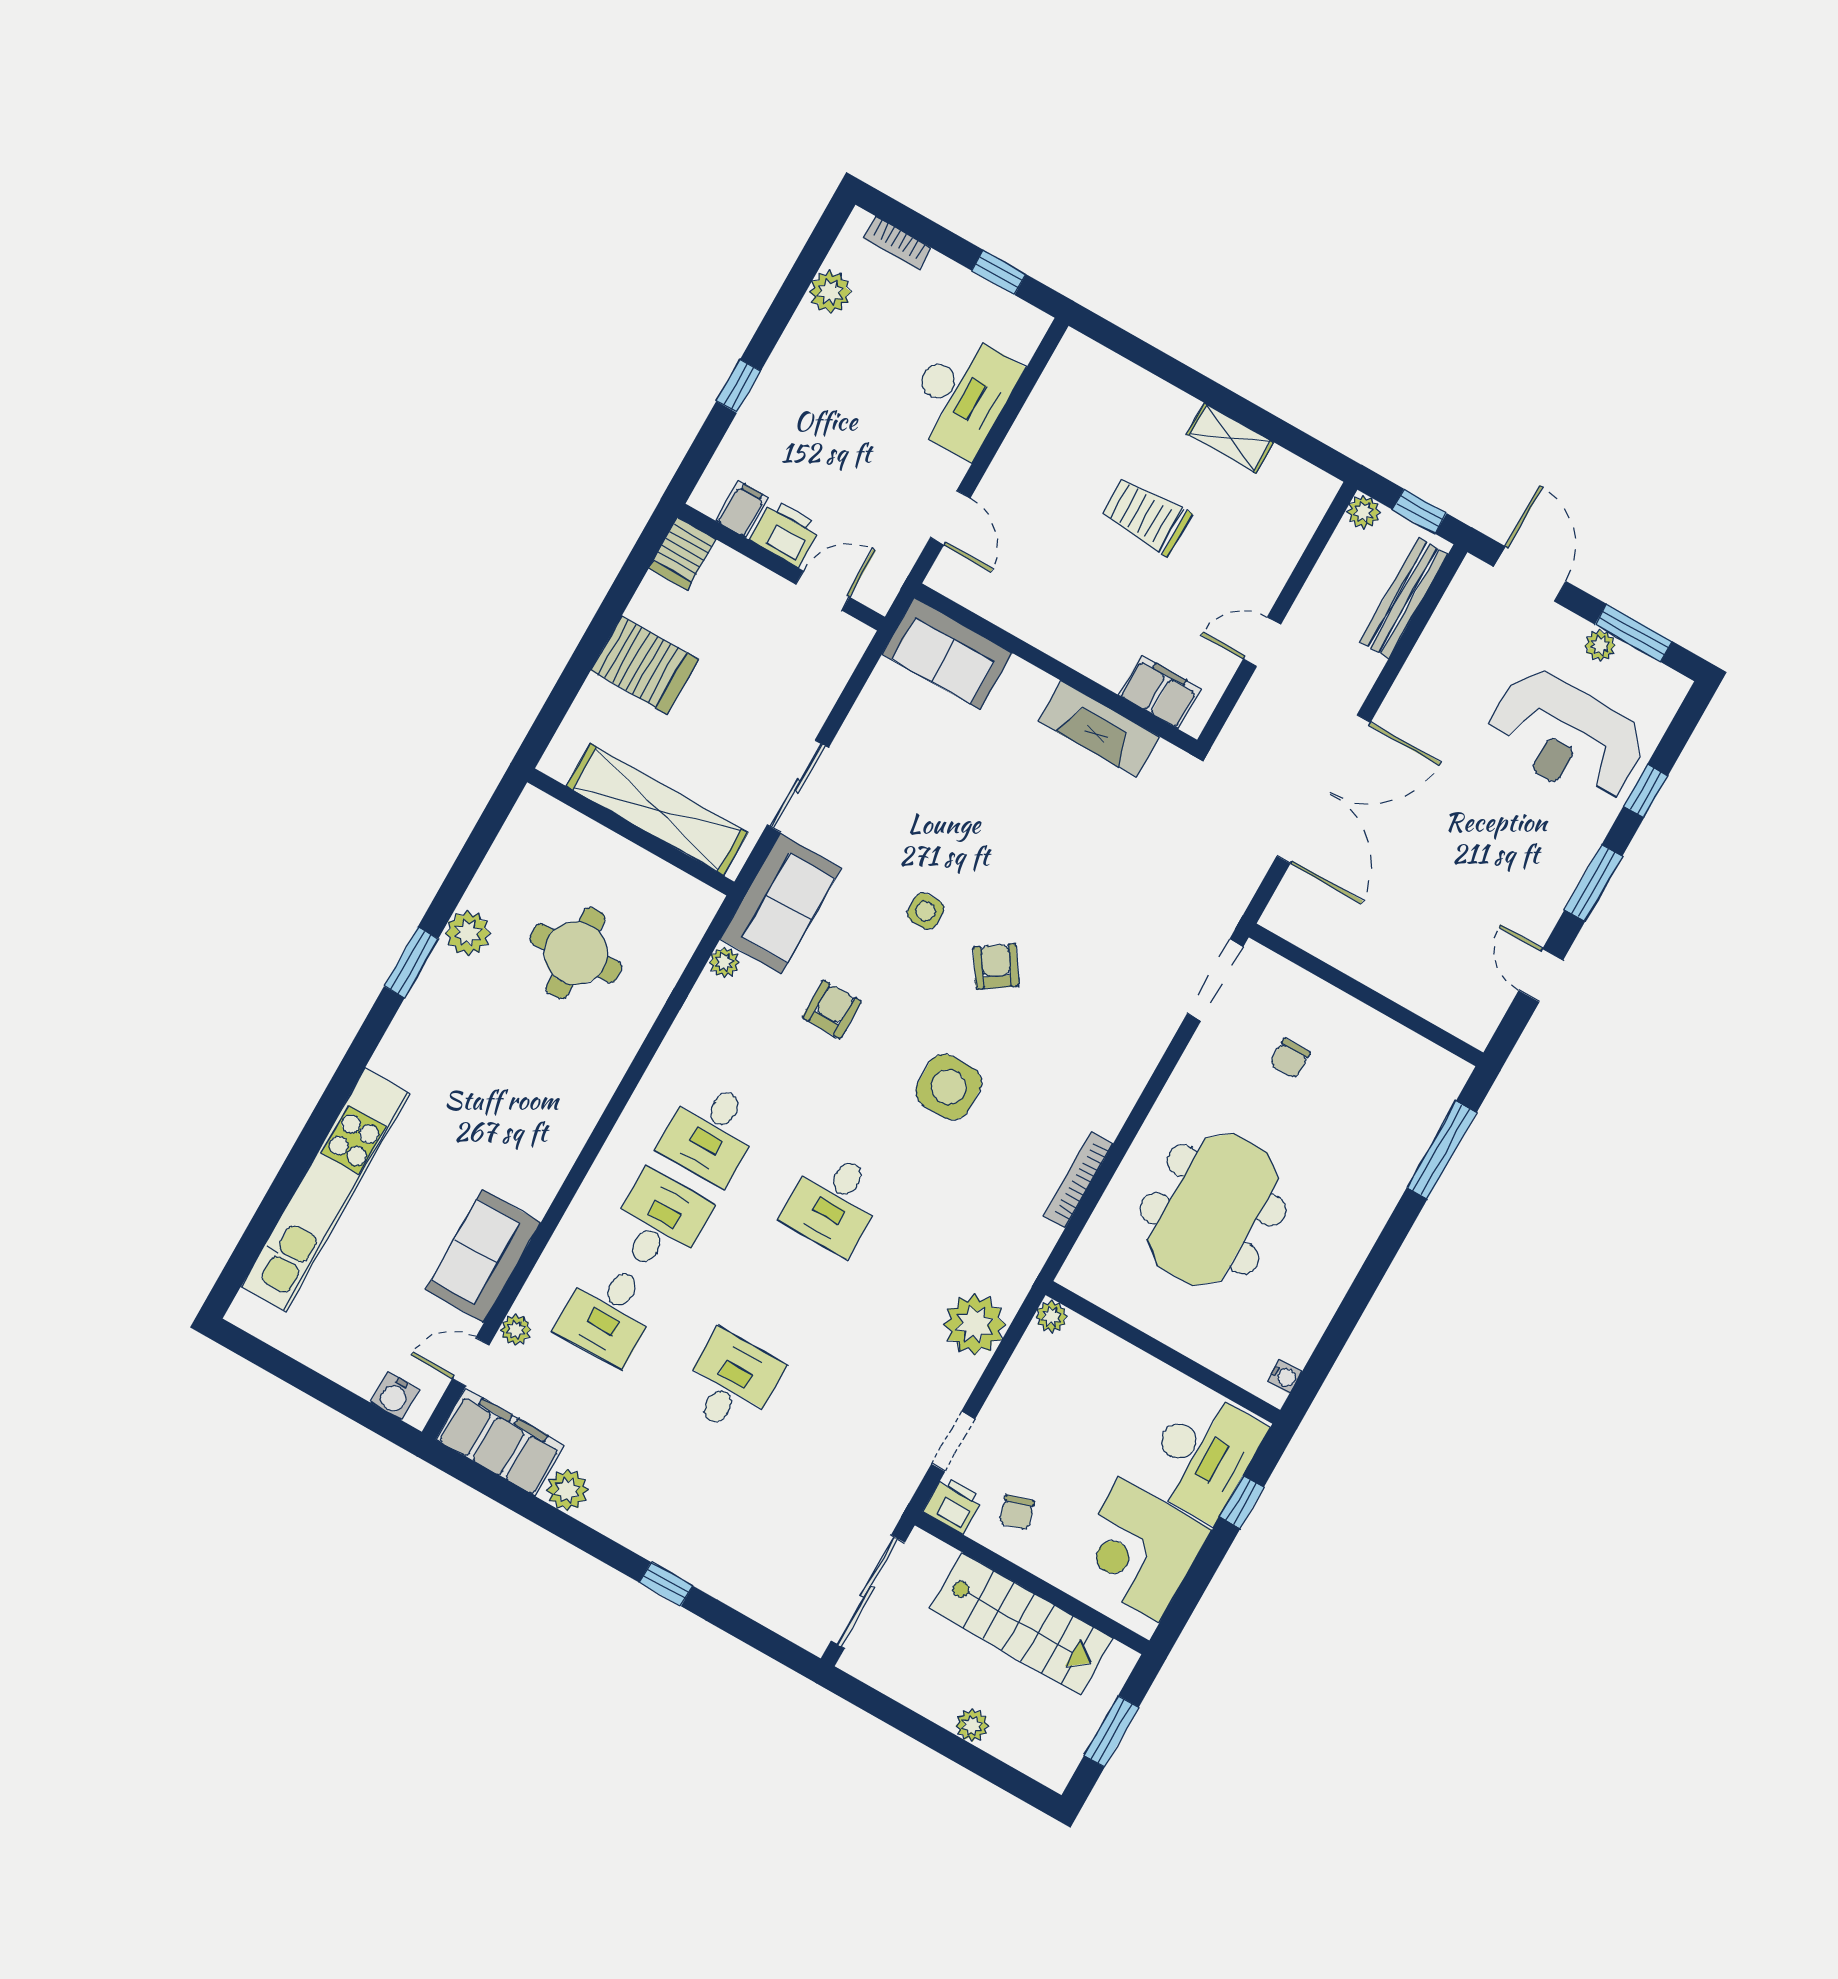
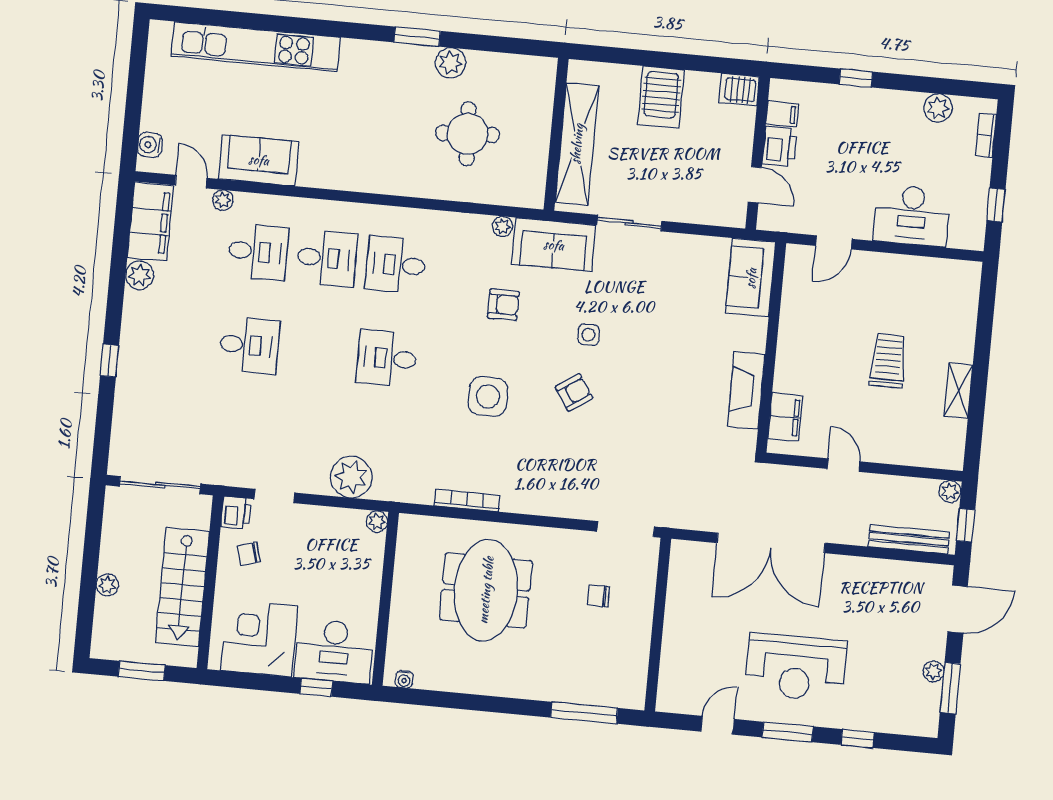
reception desk: (1566, 737) -> (796, 667), moved, turned -90
meeting table: (1213, 1209) -> (486, 590), turned 90
desk: (608, 1313) -> (258, 252), turned 180

